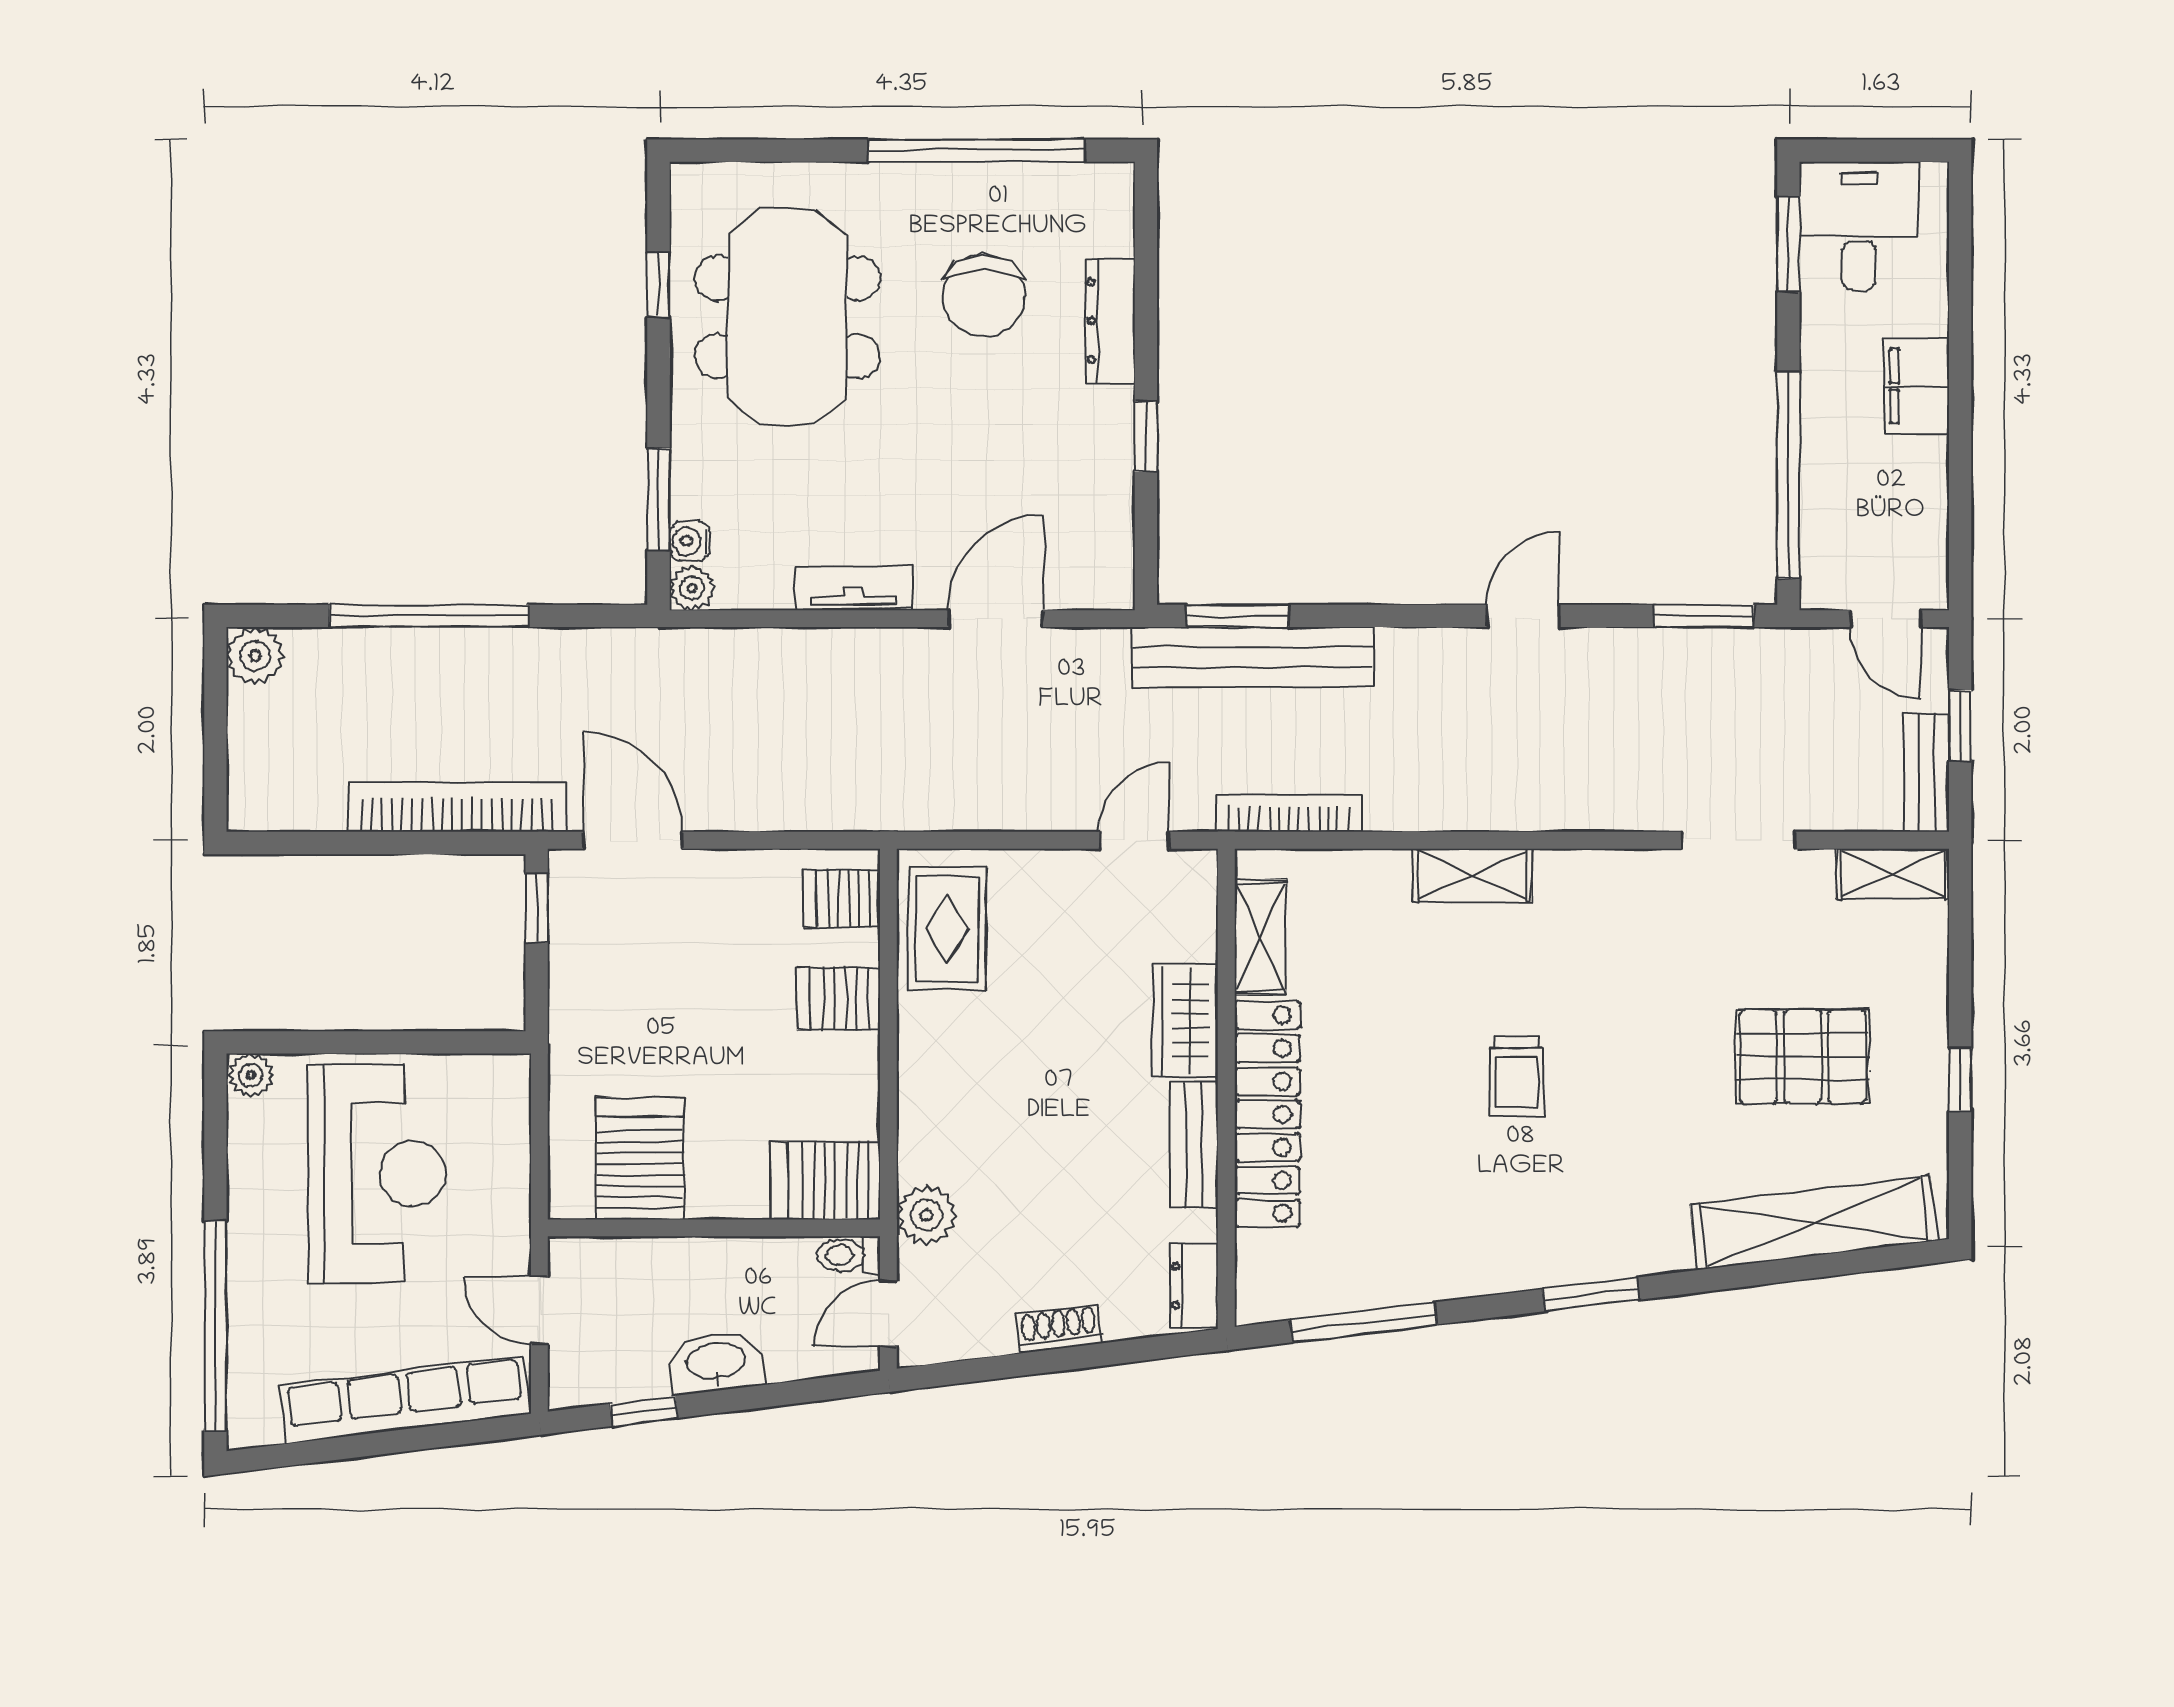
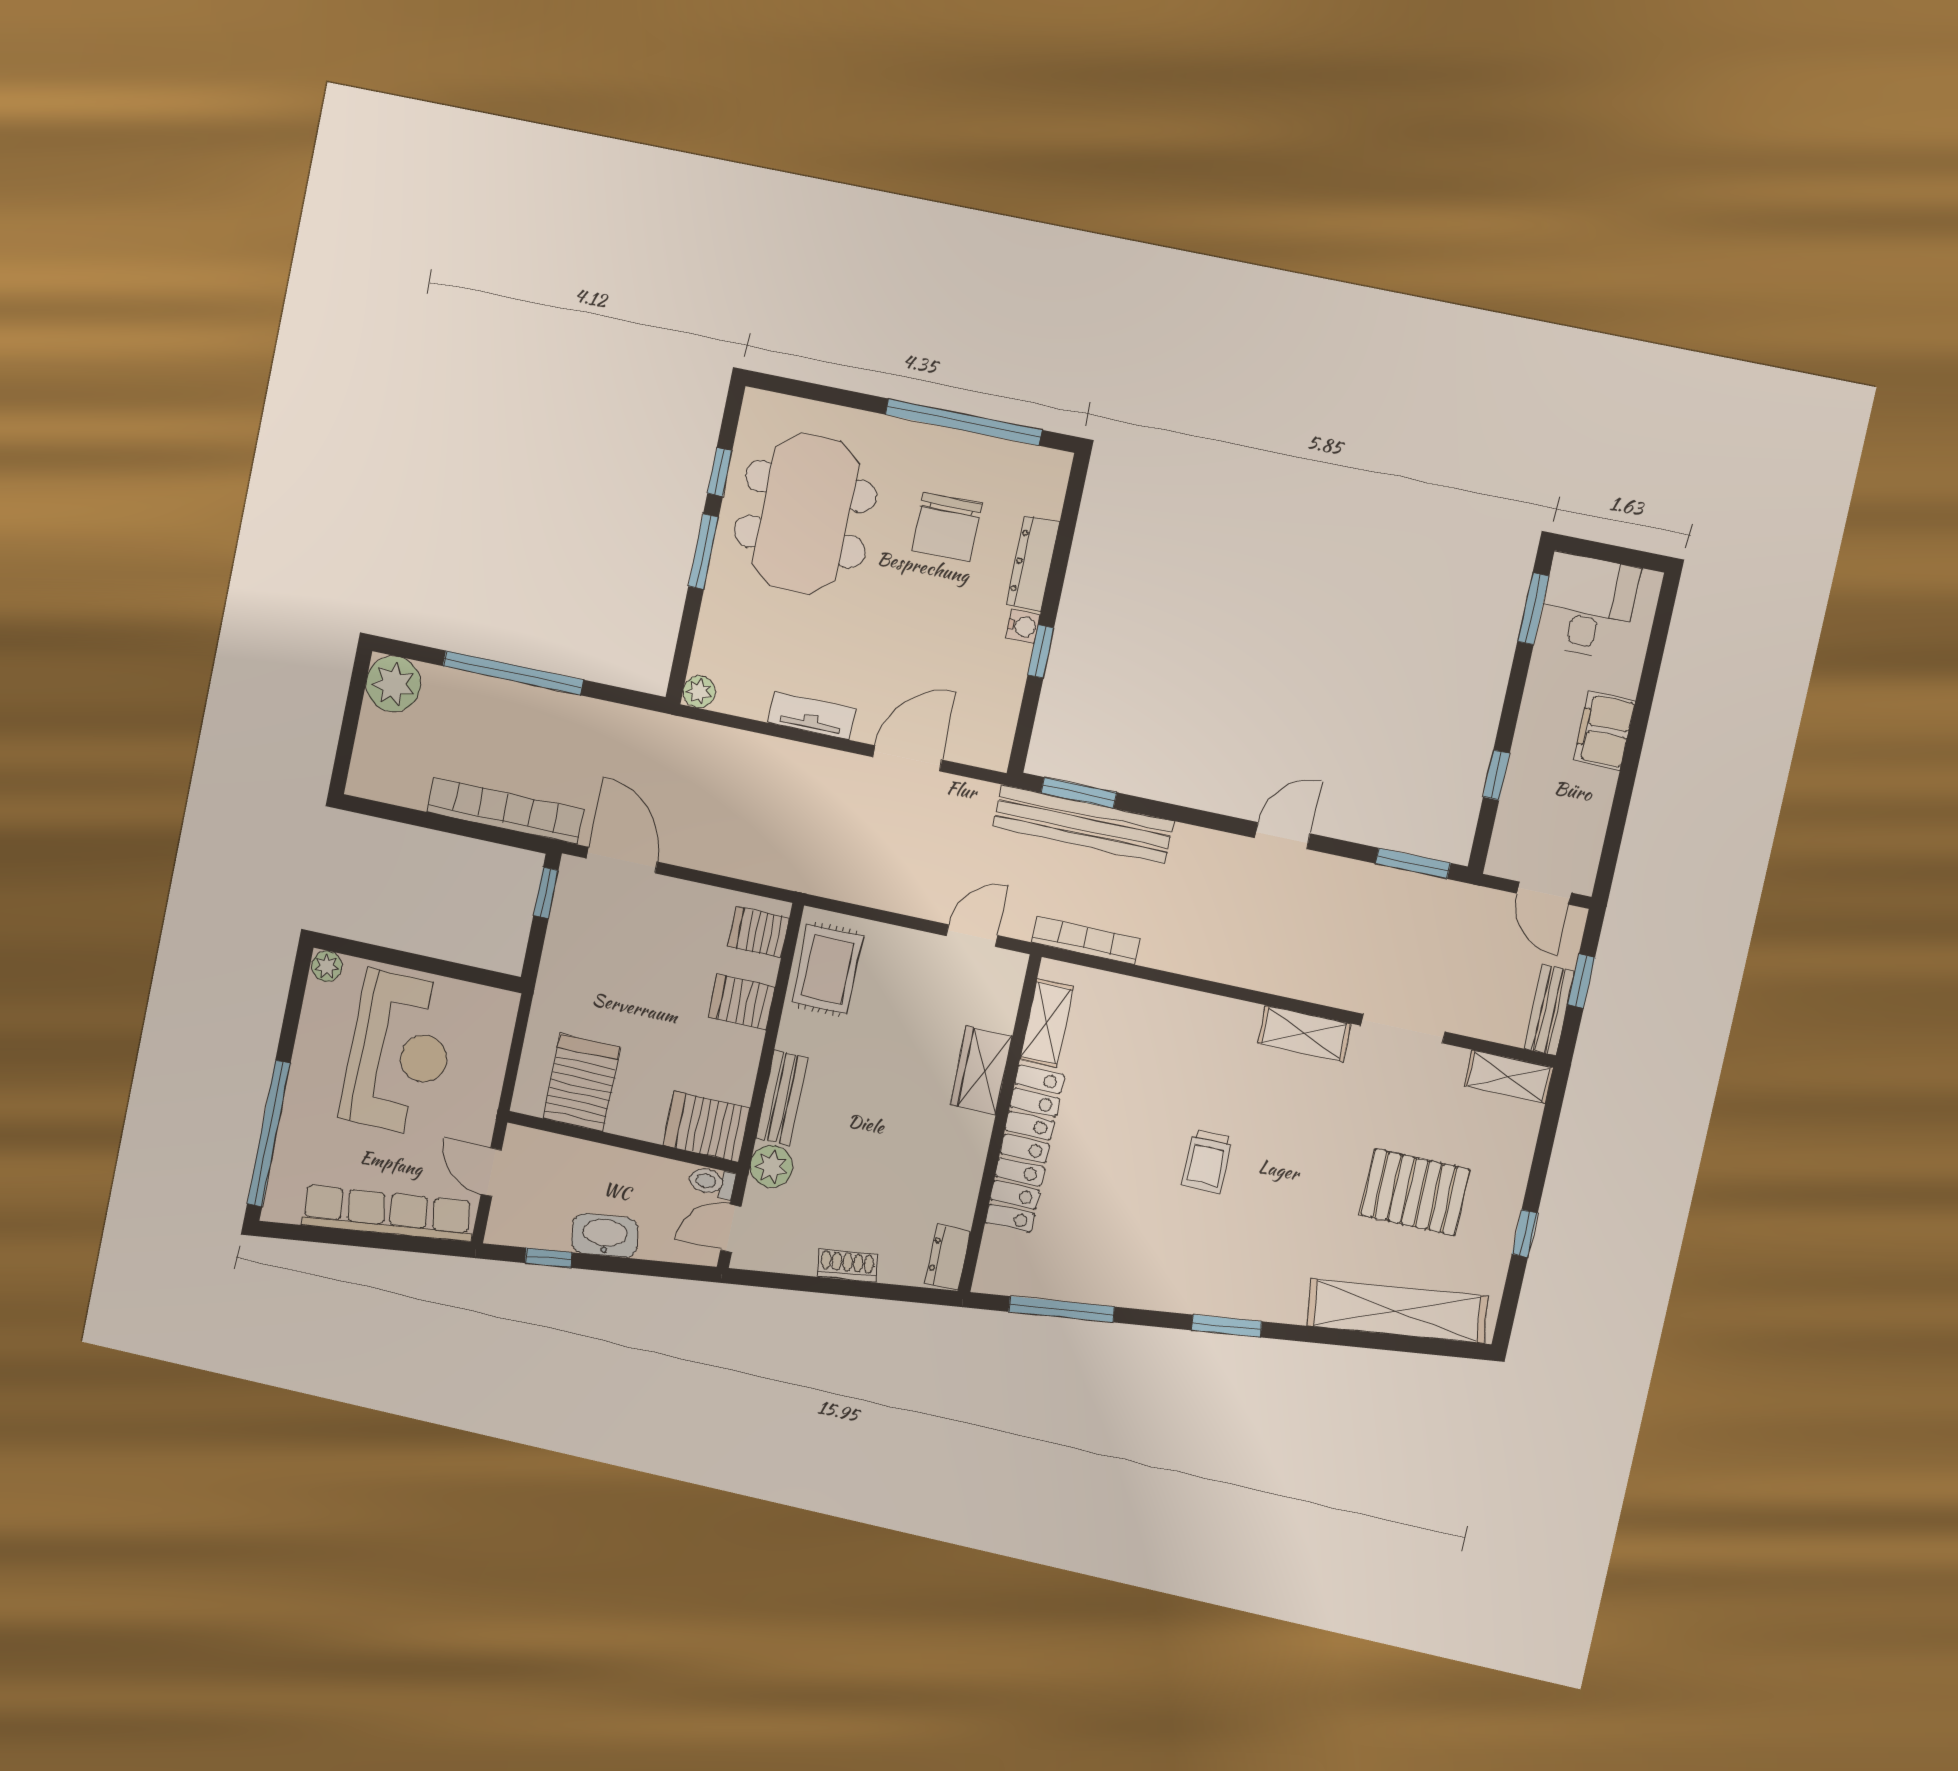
window: (1788, 475) -> (1496, 775), width x0.32
window: (658, 499) -> (703, 552), moved
water cooler: (690, 541) -> (1023, 626), moved, turned 180
plant: (255, 656) -> (393, 684), width x1.36, depth x1.36
shelving: (1472, 875) -> (1304, 1033), moved
bench: (1194, 1145) -> (782, 1098), moved

